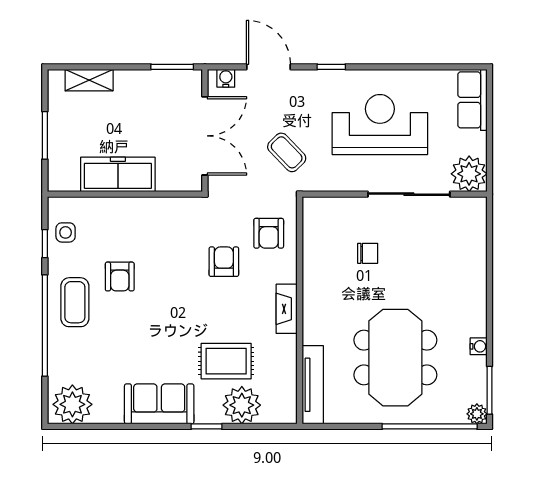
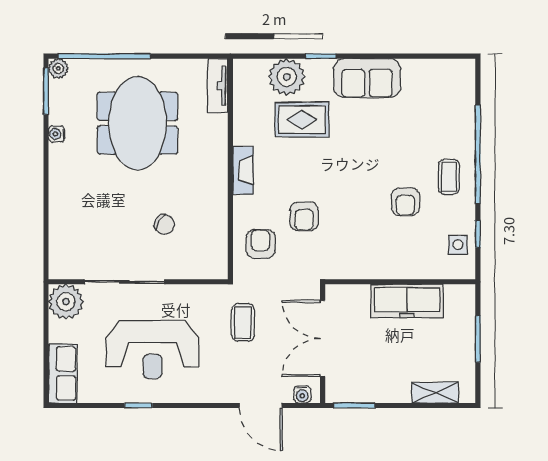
window: (331, 67) -> (138, 406), moved
coffee table: (287, 152) -> (243, 322), turned 44
chair: (368, 253) -> (164, 224), turned -148
armchair: (120, 277) -> (405, 202), turned 180
coffee table: (75, 302) -> (449, 177), width x0.73, depth x0.77
tv unit: (313, 385) -> (218, 86), width x0.71
plant: (72, 404) -> (451, 78), removed

